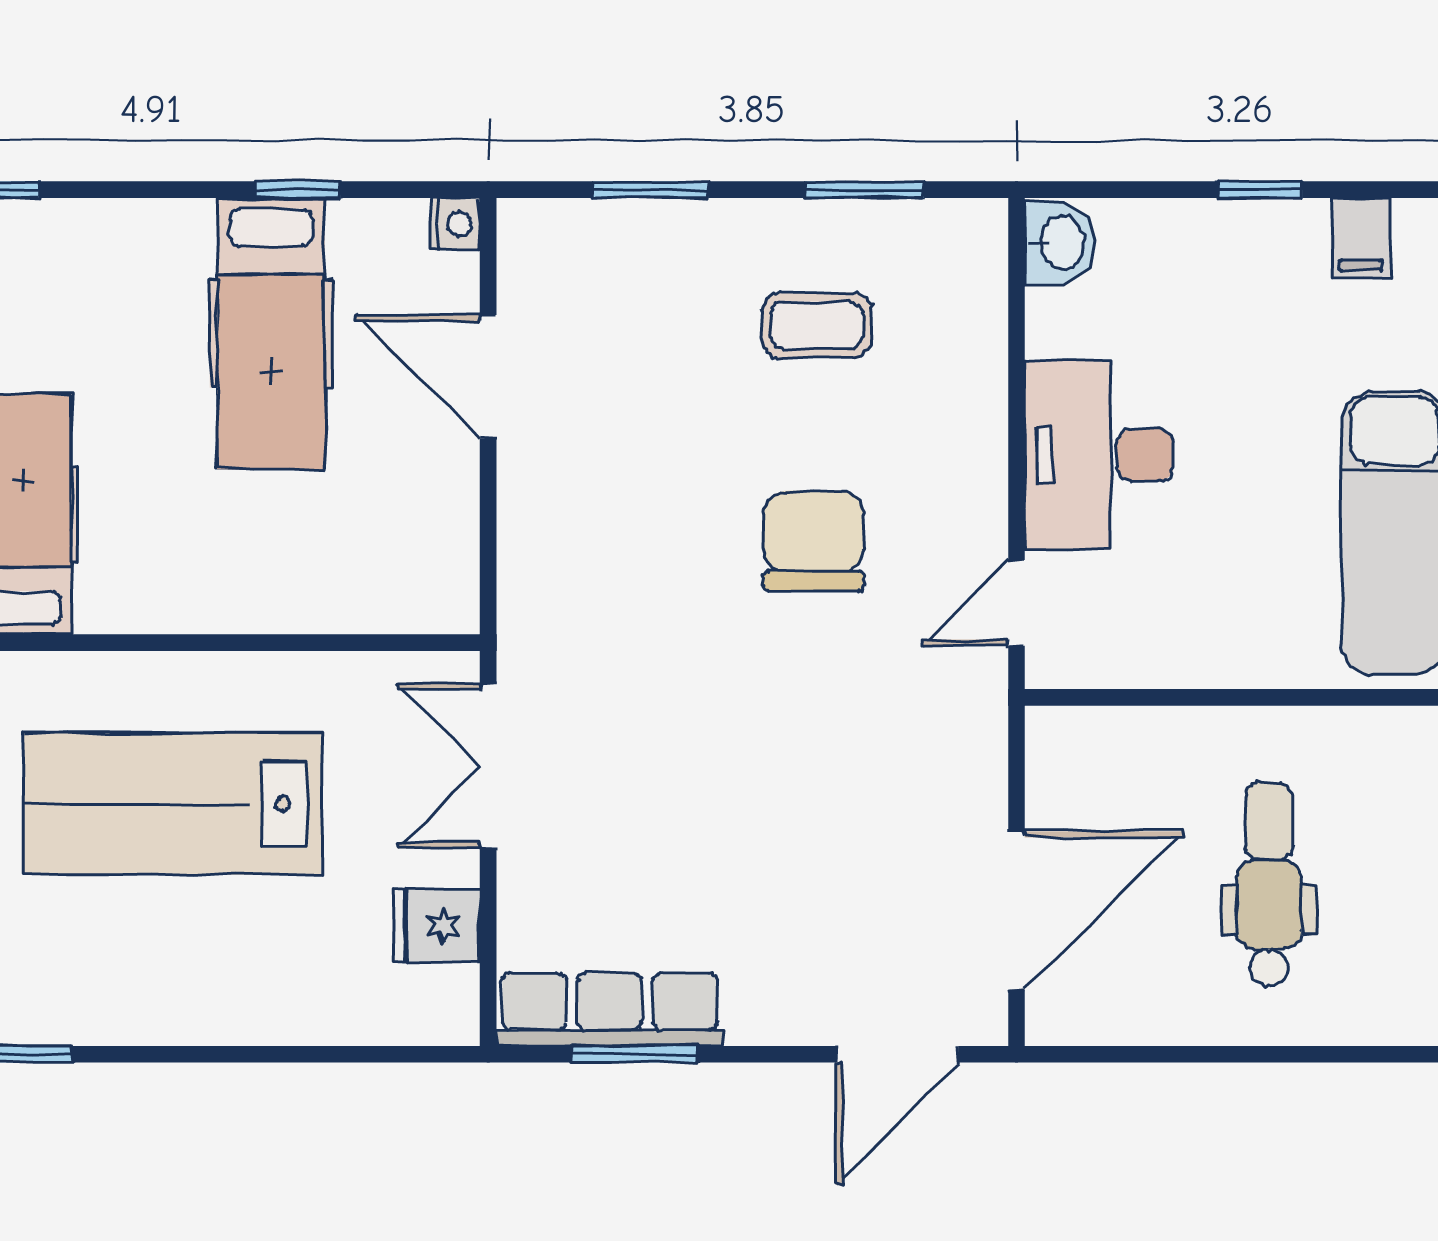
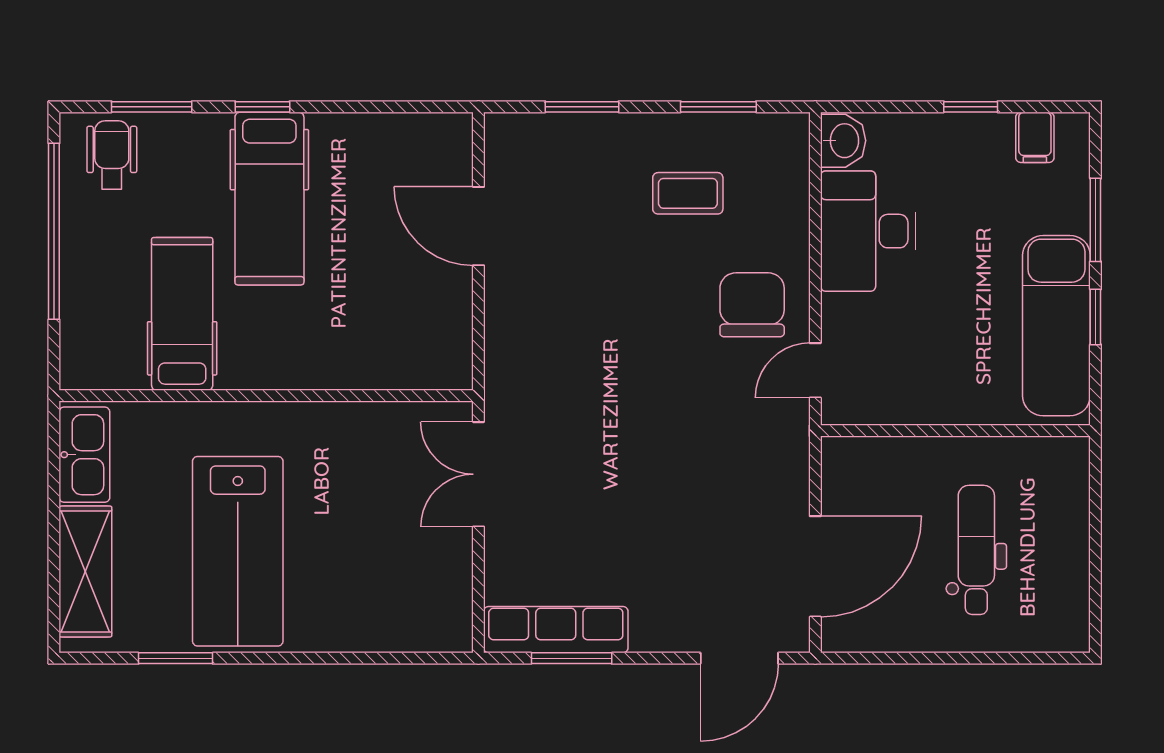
window: (298, 190) -> (262, 107), moved
nightstand: (455, 224) -> (457, 129), removed
hospital bed: (271, 334) -> (269, 199), moved
desk: (1099, 455) -> (868, 231), moved
chair: (814, 541) -> (752, 305), moved
lab bench: (173, 804) -> (238, 551), moved, turned -90
fridge: (436, 926) -> (445, 576), removed

